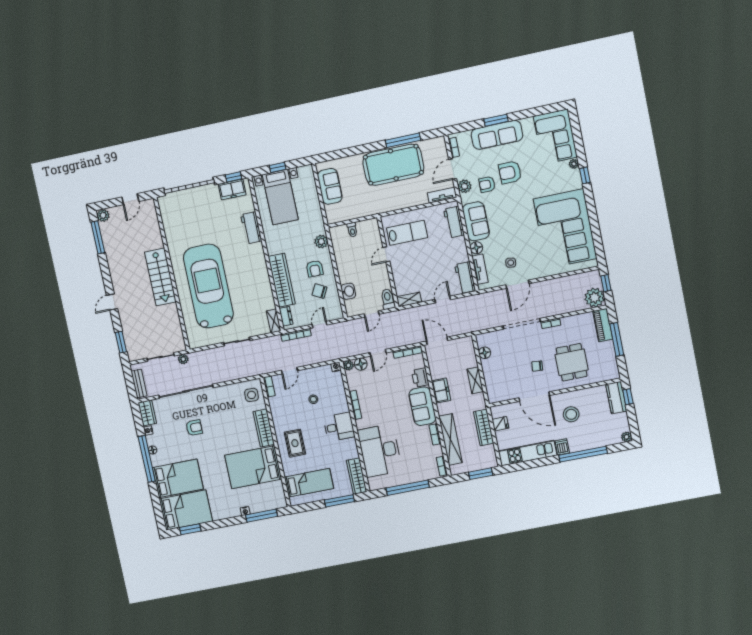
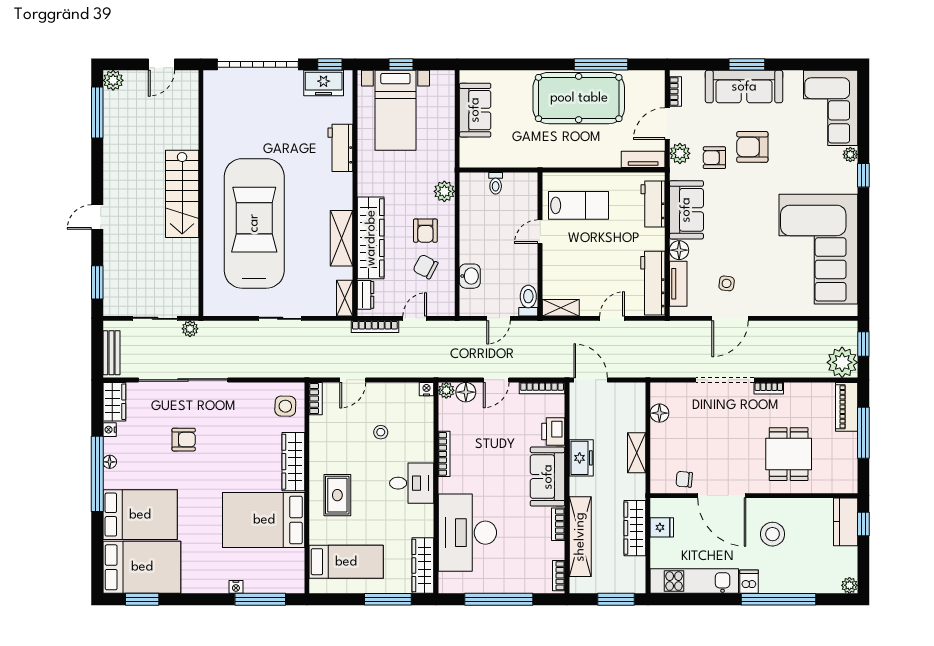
workbench: (465, 278) -> (653, 283), width x1.38
shelving: (264, 284) -> (342, 238), added
chair: (537, 366) -> (684, 479), moved

